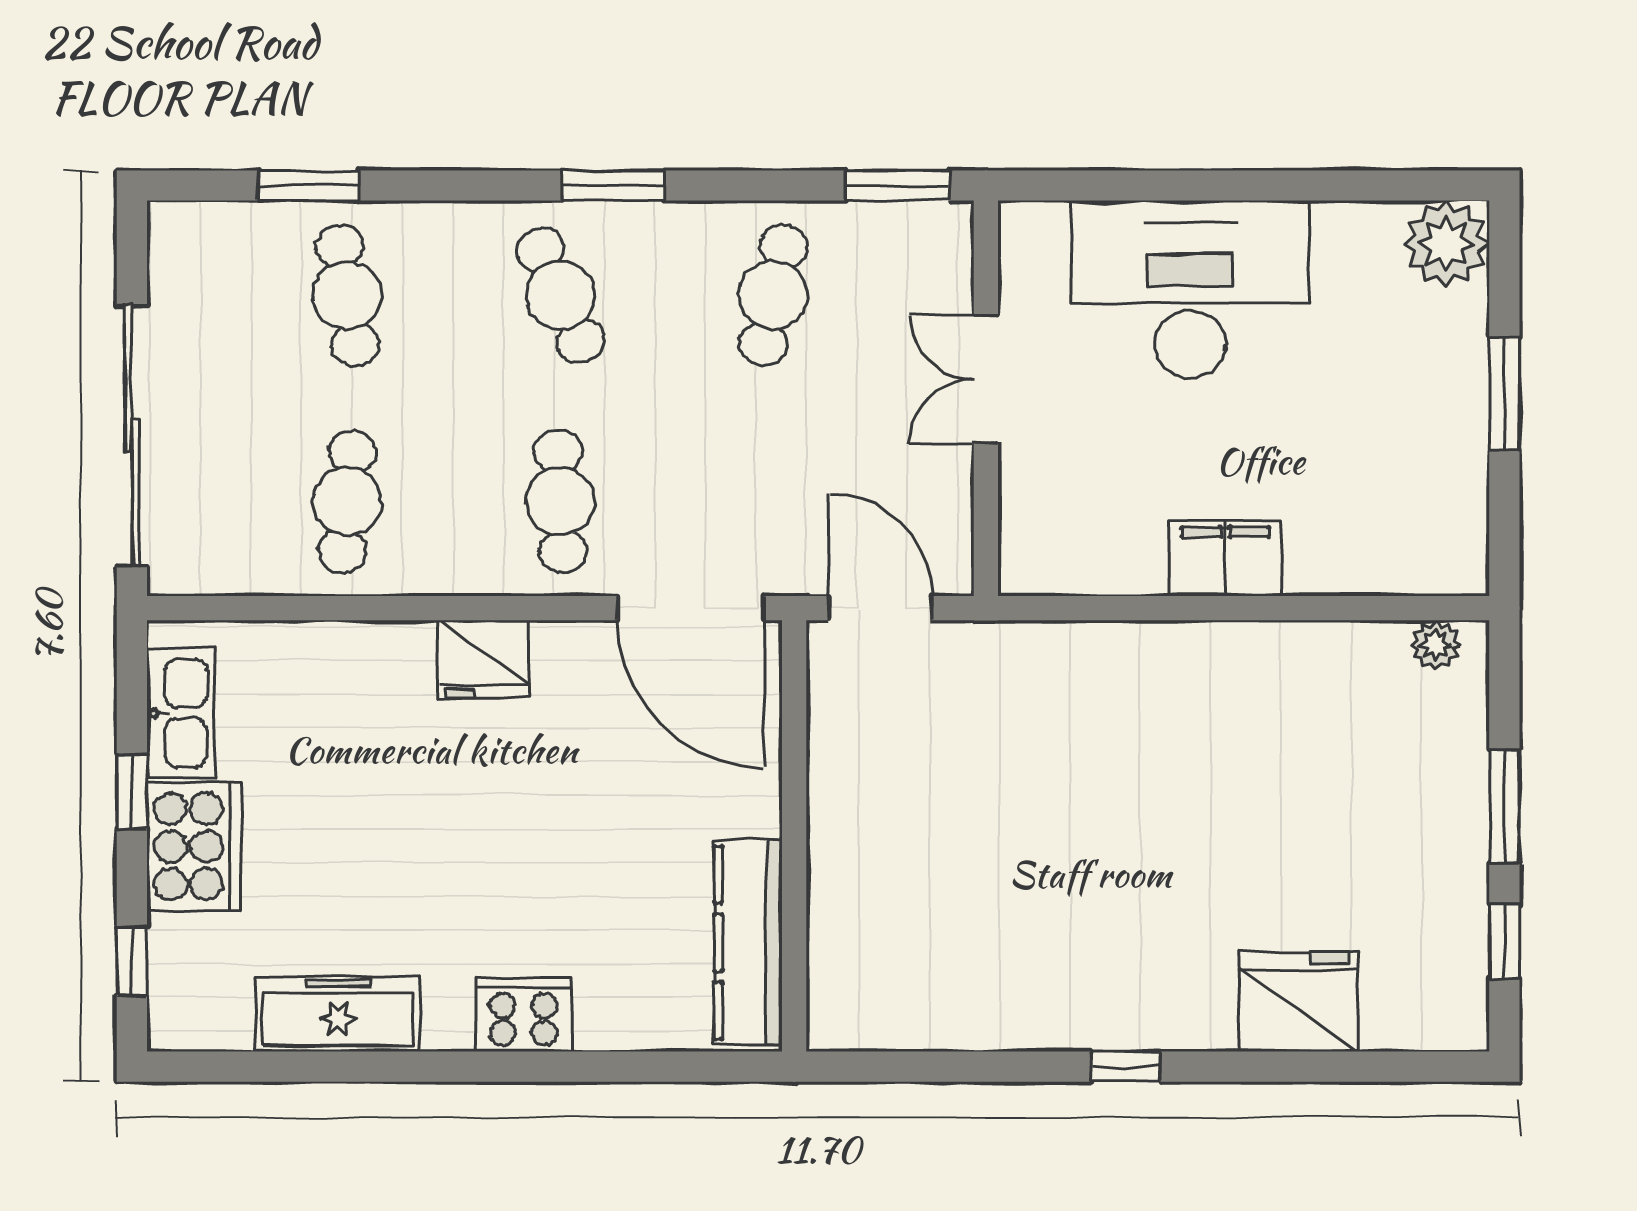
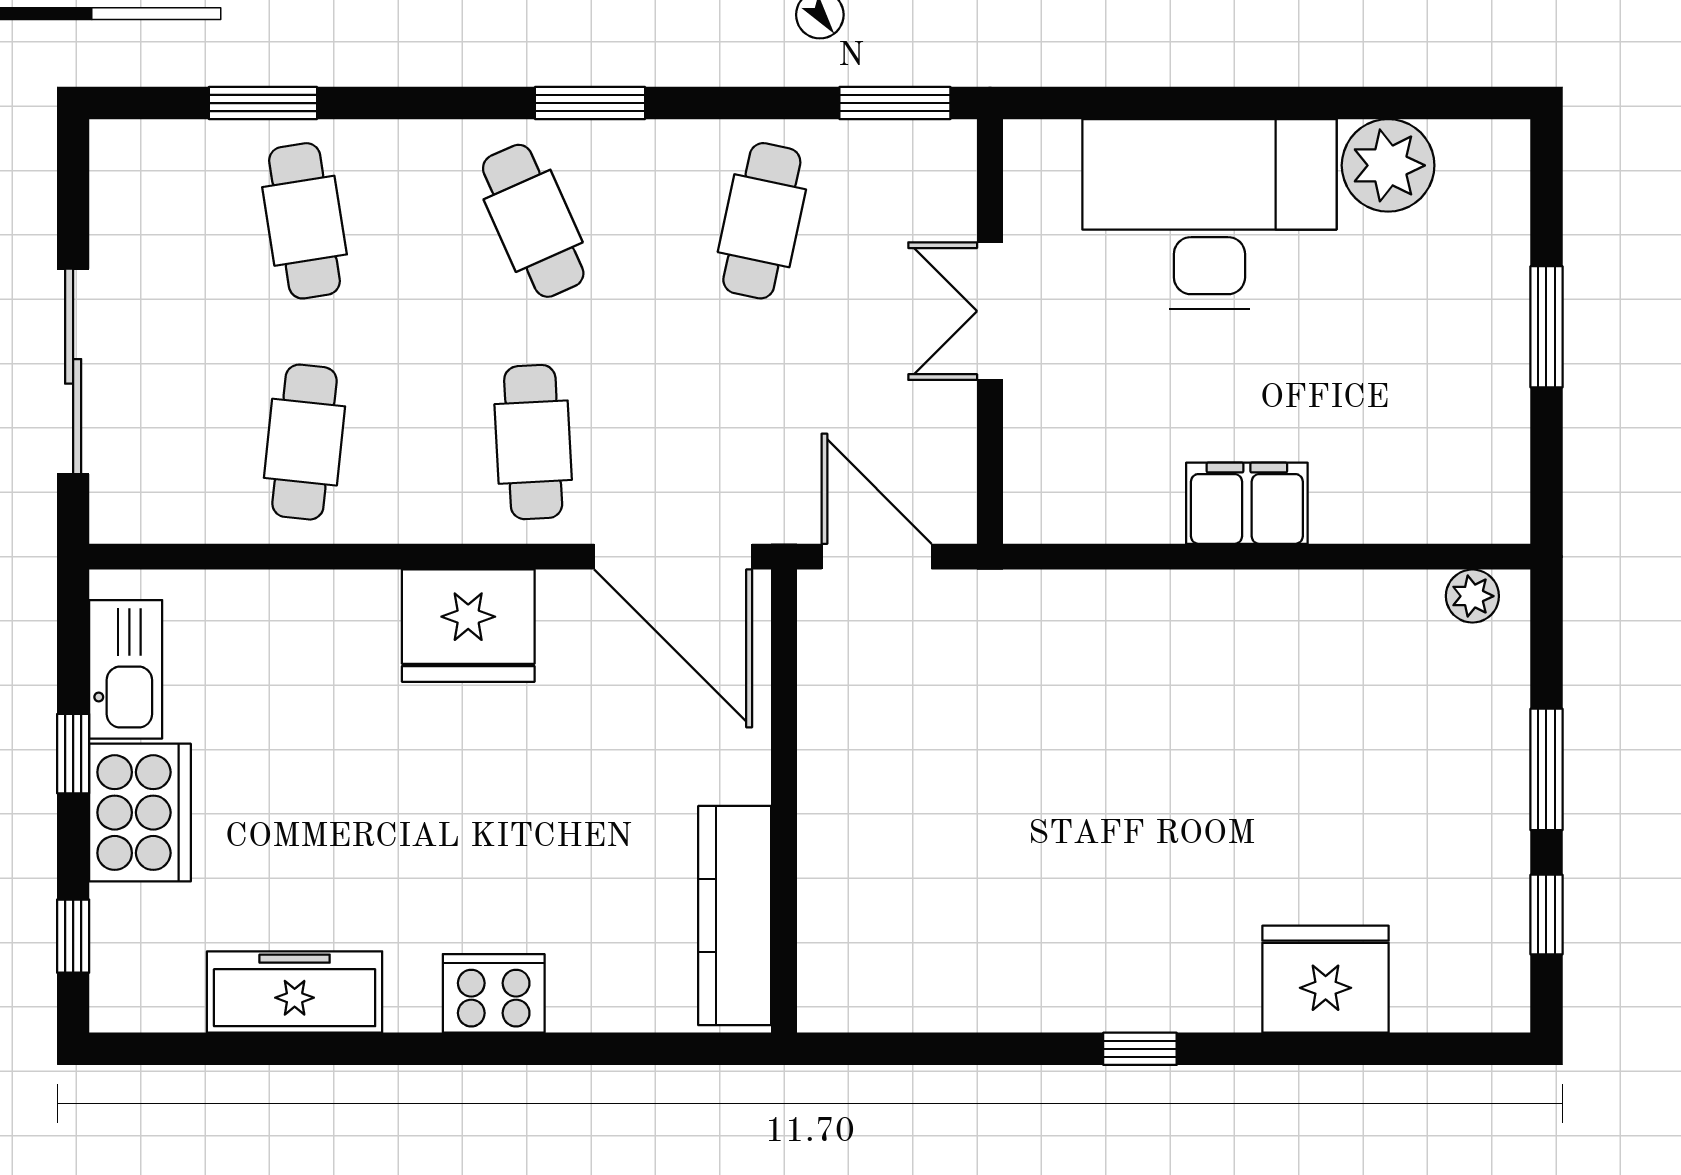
plant: (1446, 244) -> (1388, 165), moved
sliding door: (132, 435) -> (73, 371), width x0.73
fridge: (483, 659) -> (468, 626), width x1.36, depth x1.34

